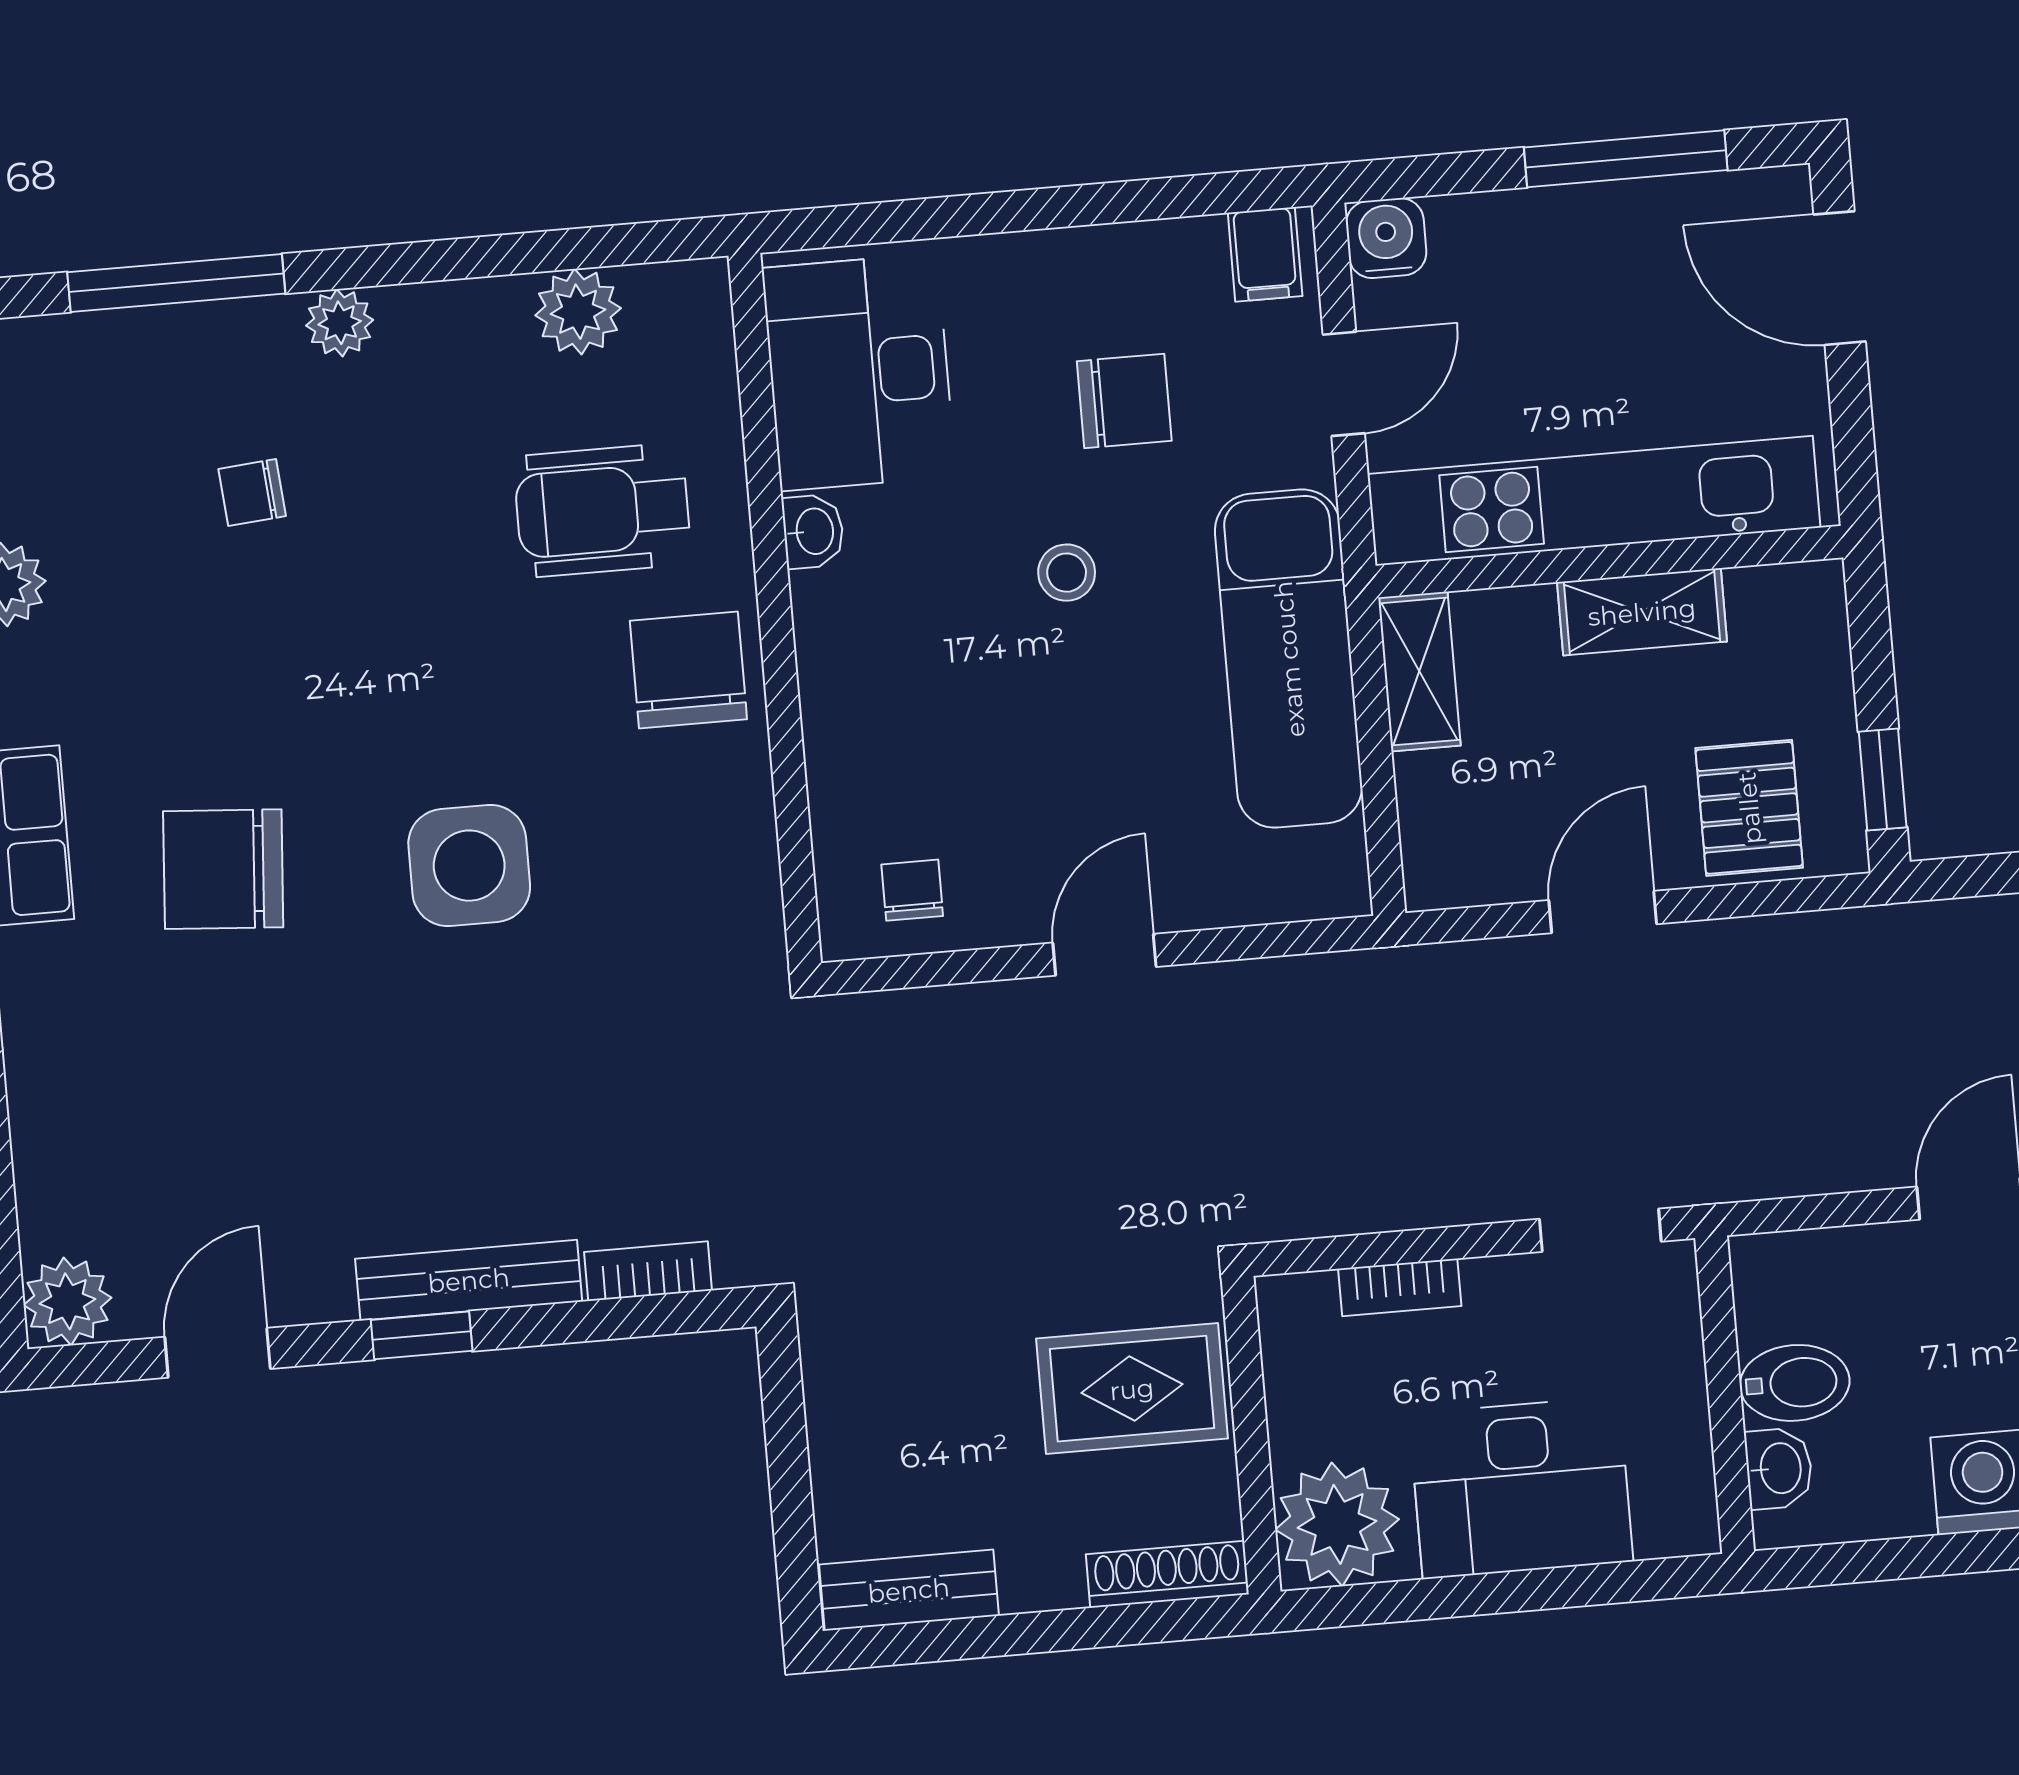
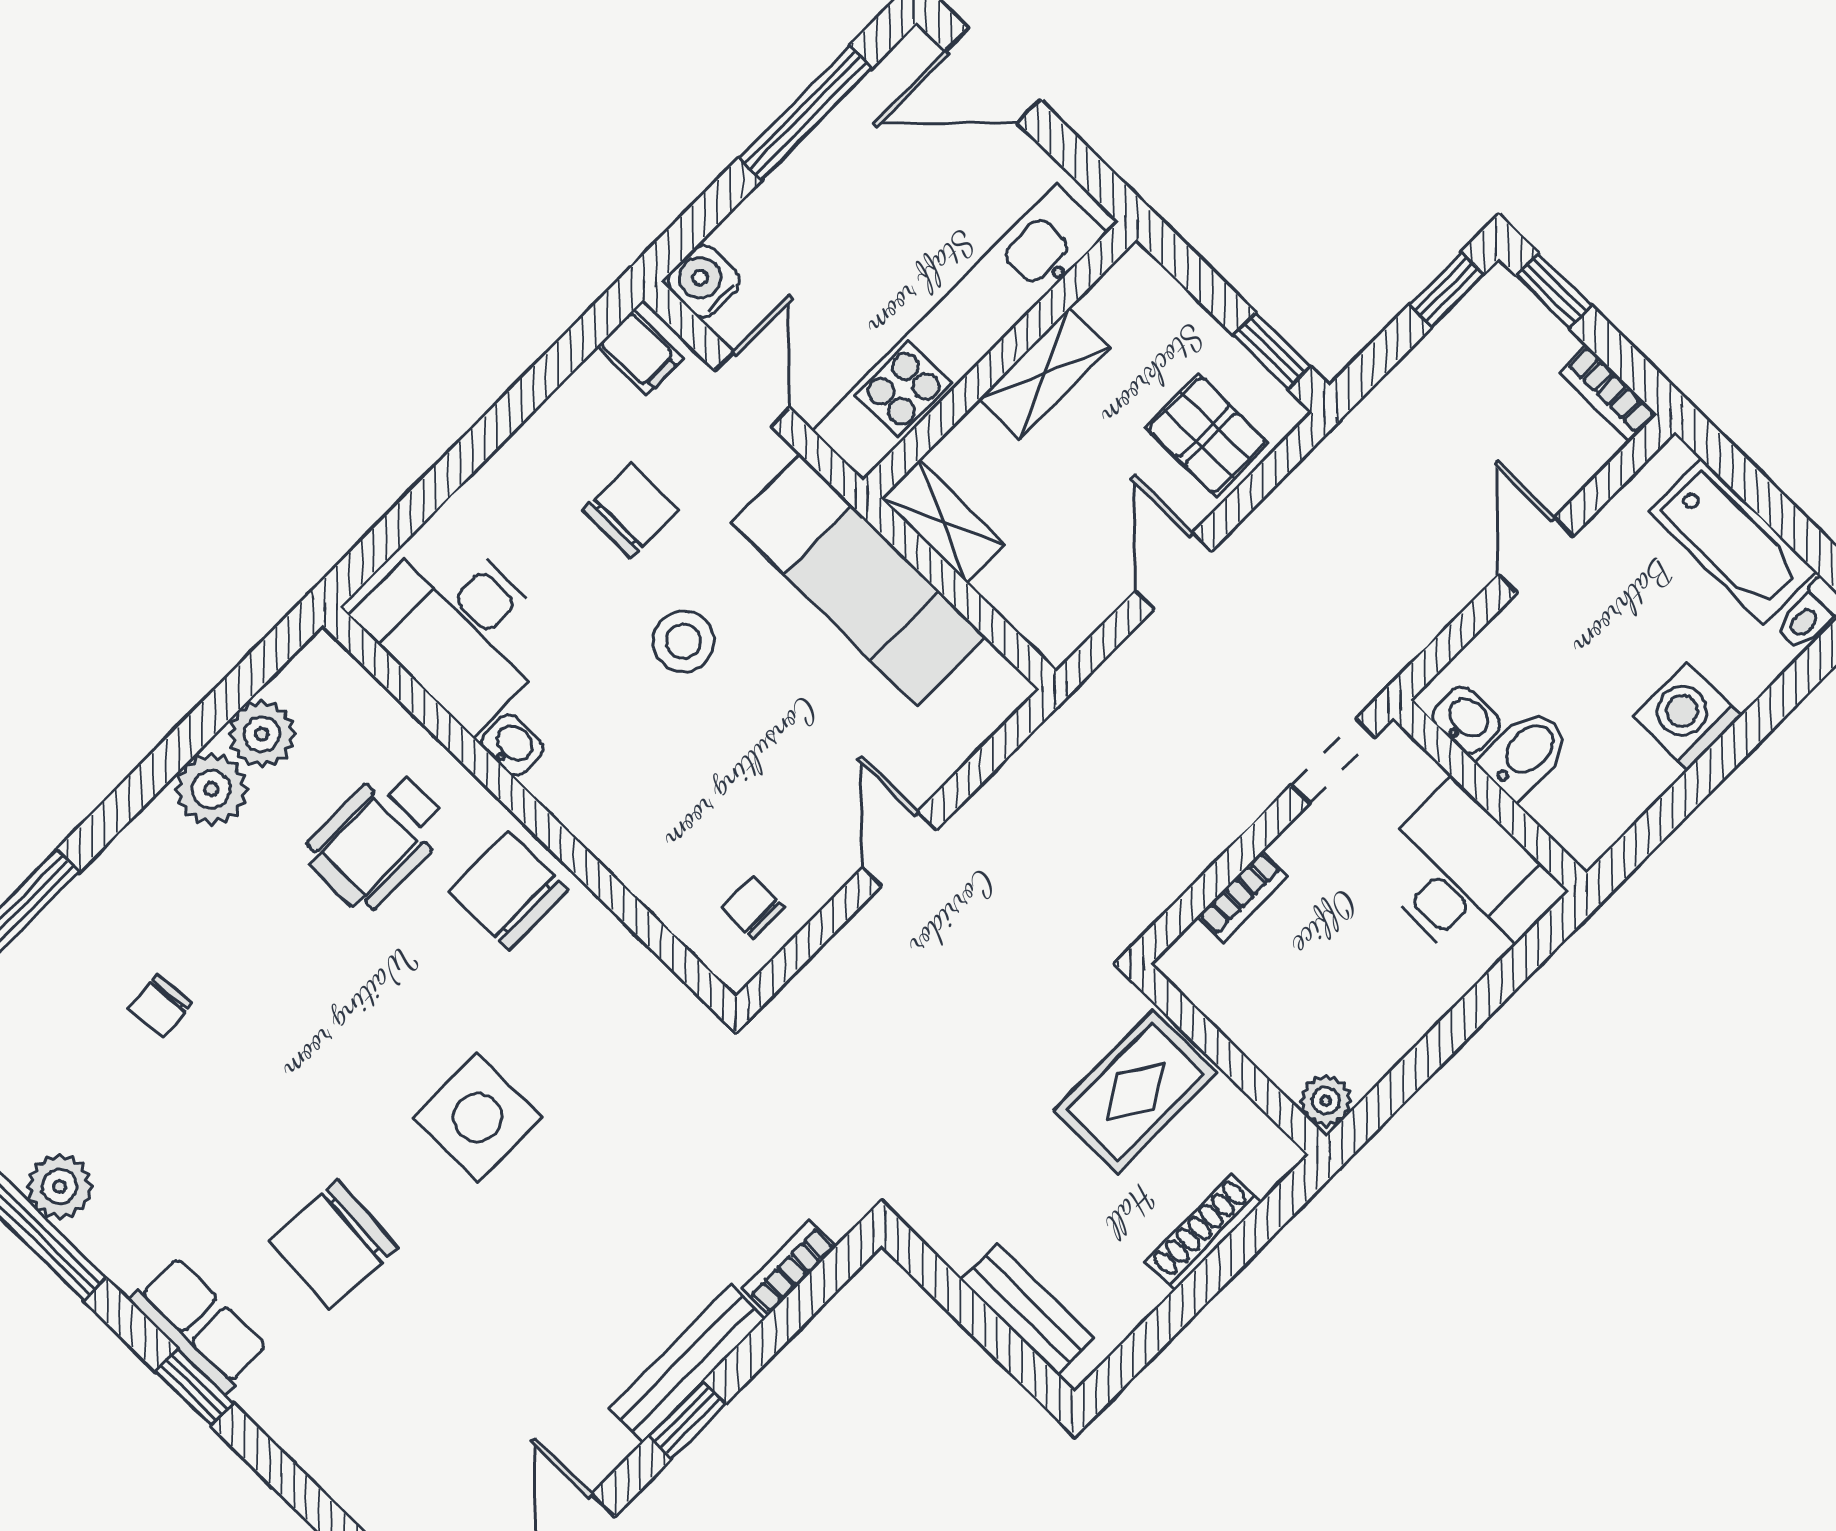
plant: (340, 323) -> (211, 789), moved, width x1.38, depth x1.38
stool: (1067, 573) -> (683, 641), width x1.37, depth x1.37
washbasin: (1779, 1468) -> (1466, 720), moved
desk: (1521, 1488) -> (1465, 879), moved, turned -90
plant: (1337, 1524) -> (1326, 1101), width x0.53, depth x0.53
shoe rack: (1167, 1574) -> (1203, 1232), moved
bench: (909, 1590) -> (1027, 1309), moved, turned 90

